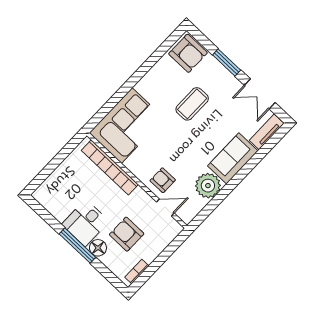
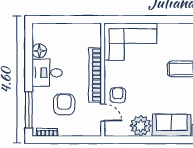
bookcase: (110, 167) -> (95, 75), moved
window: (77, 246) -> (29, 110), moved
floor lamp: (98, 248) -> (39, 51), moved

